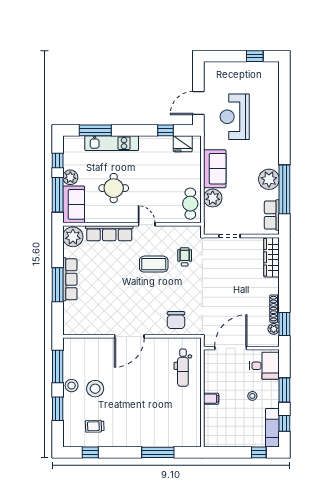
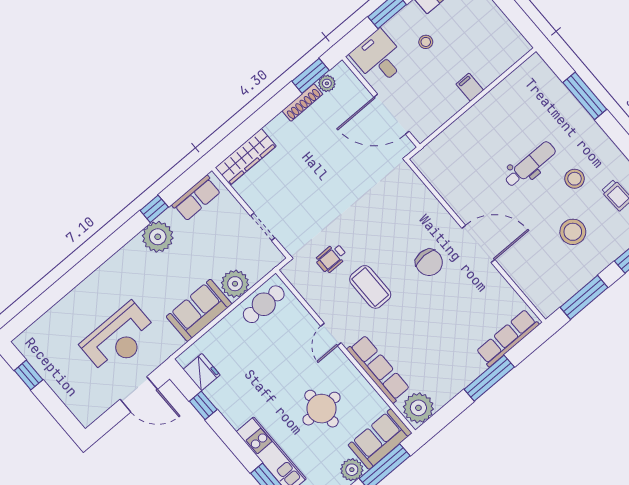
window: (284, 189) -> (154, 209), width x0.32
row of seats: (70, 279) -> (508, 338), moved
chair: (176, 320) -> (429, 262), moved, turned 90
dental chair: (183, 368) -> (530, 164), moved
stool: (72, 386) -> (575, 179), moved

